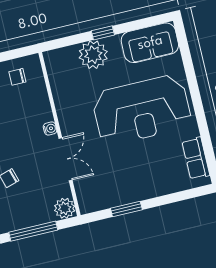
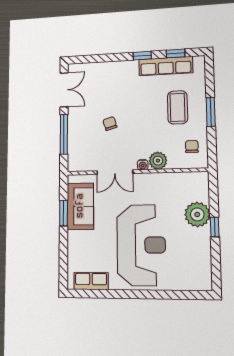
sofa: (150, 43) -> (80, 206), moved, turned 180
reception desk: (142, 110) -> (141, 245), turned 180
plant: (65, 208) -> (158, 161), moved

